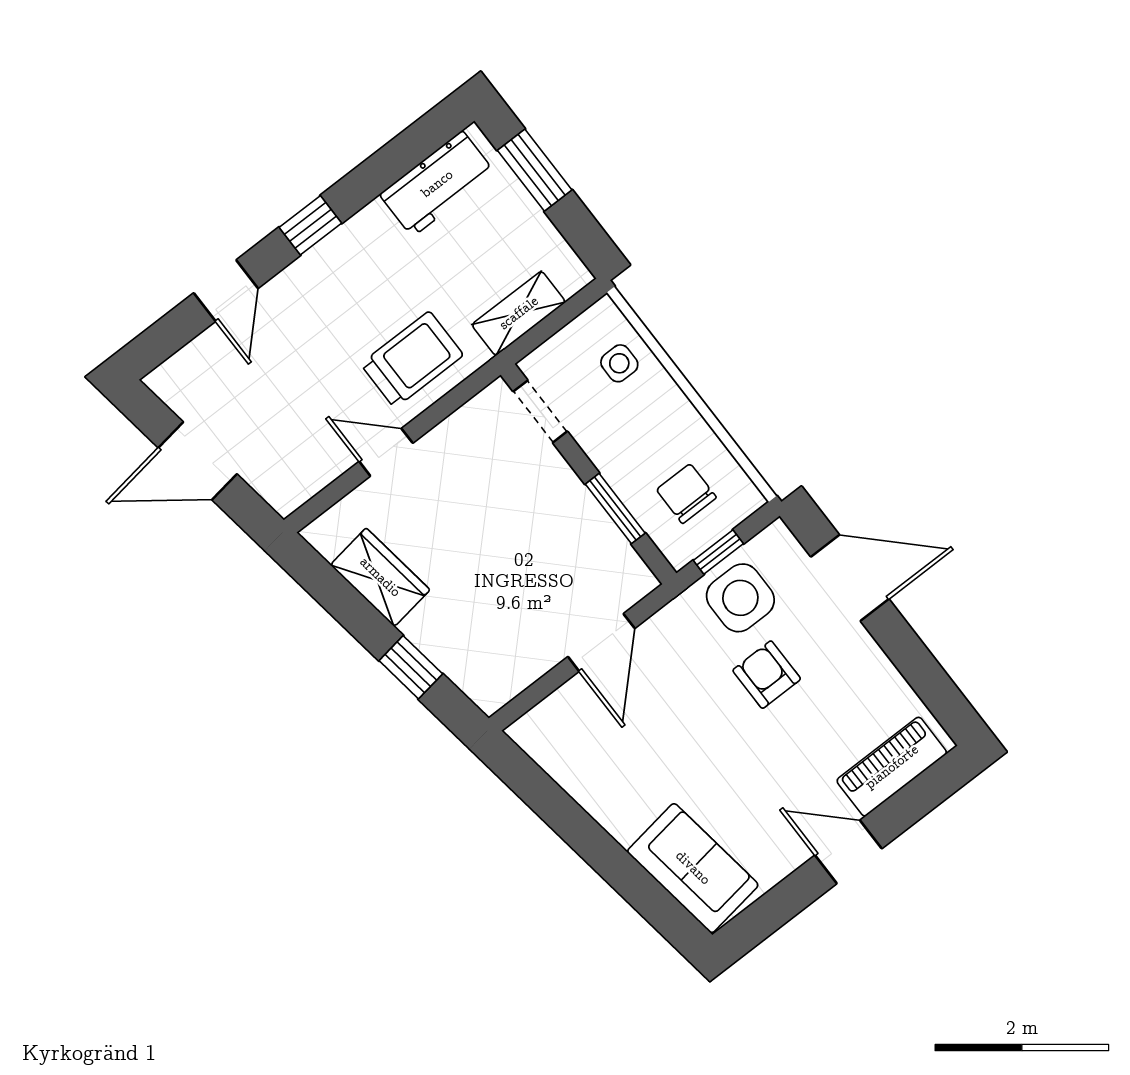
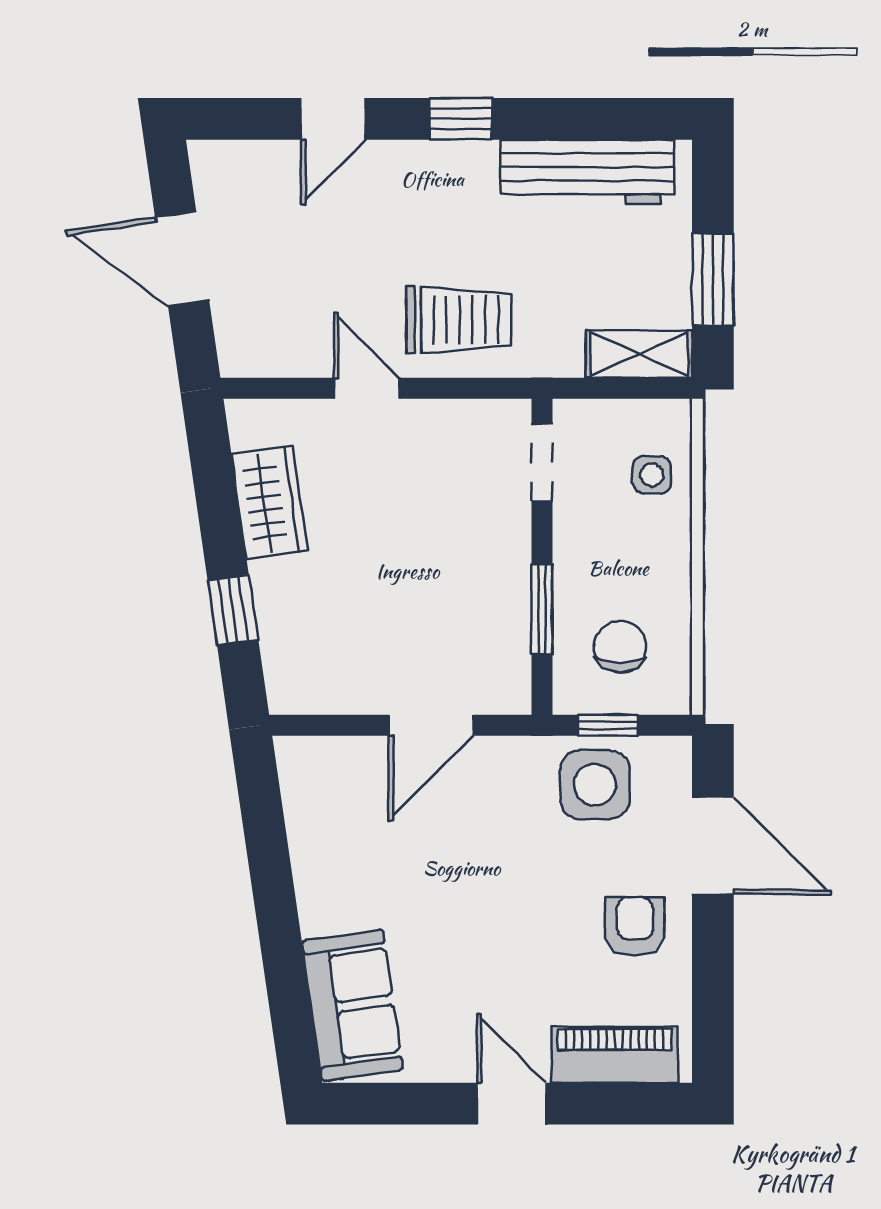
window: (535, 170) -> (713, 279), moved
workbench: (437, 184) -> (587, 172), width x1.38
shelving: (519, 313) -> (639, 354), moved
armchair: (767, 675) -> (635, 927), moved

